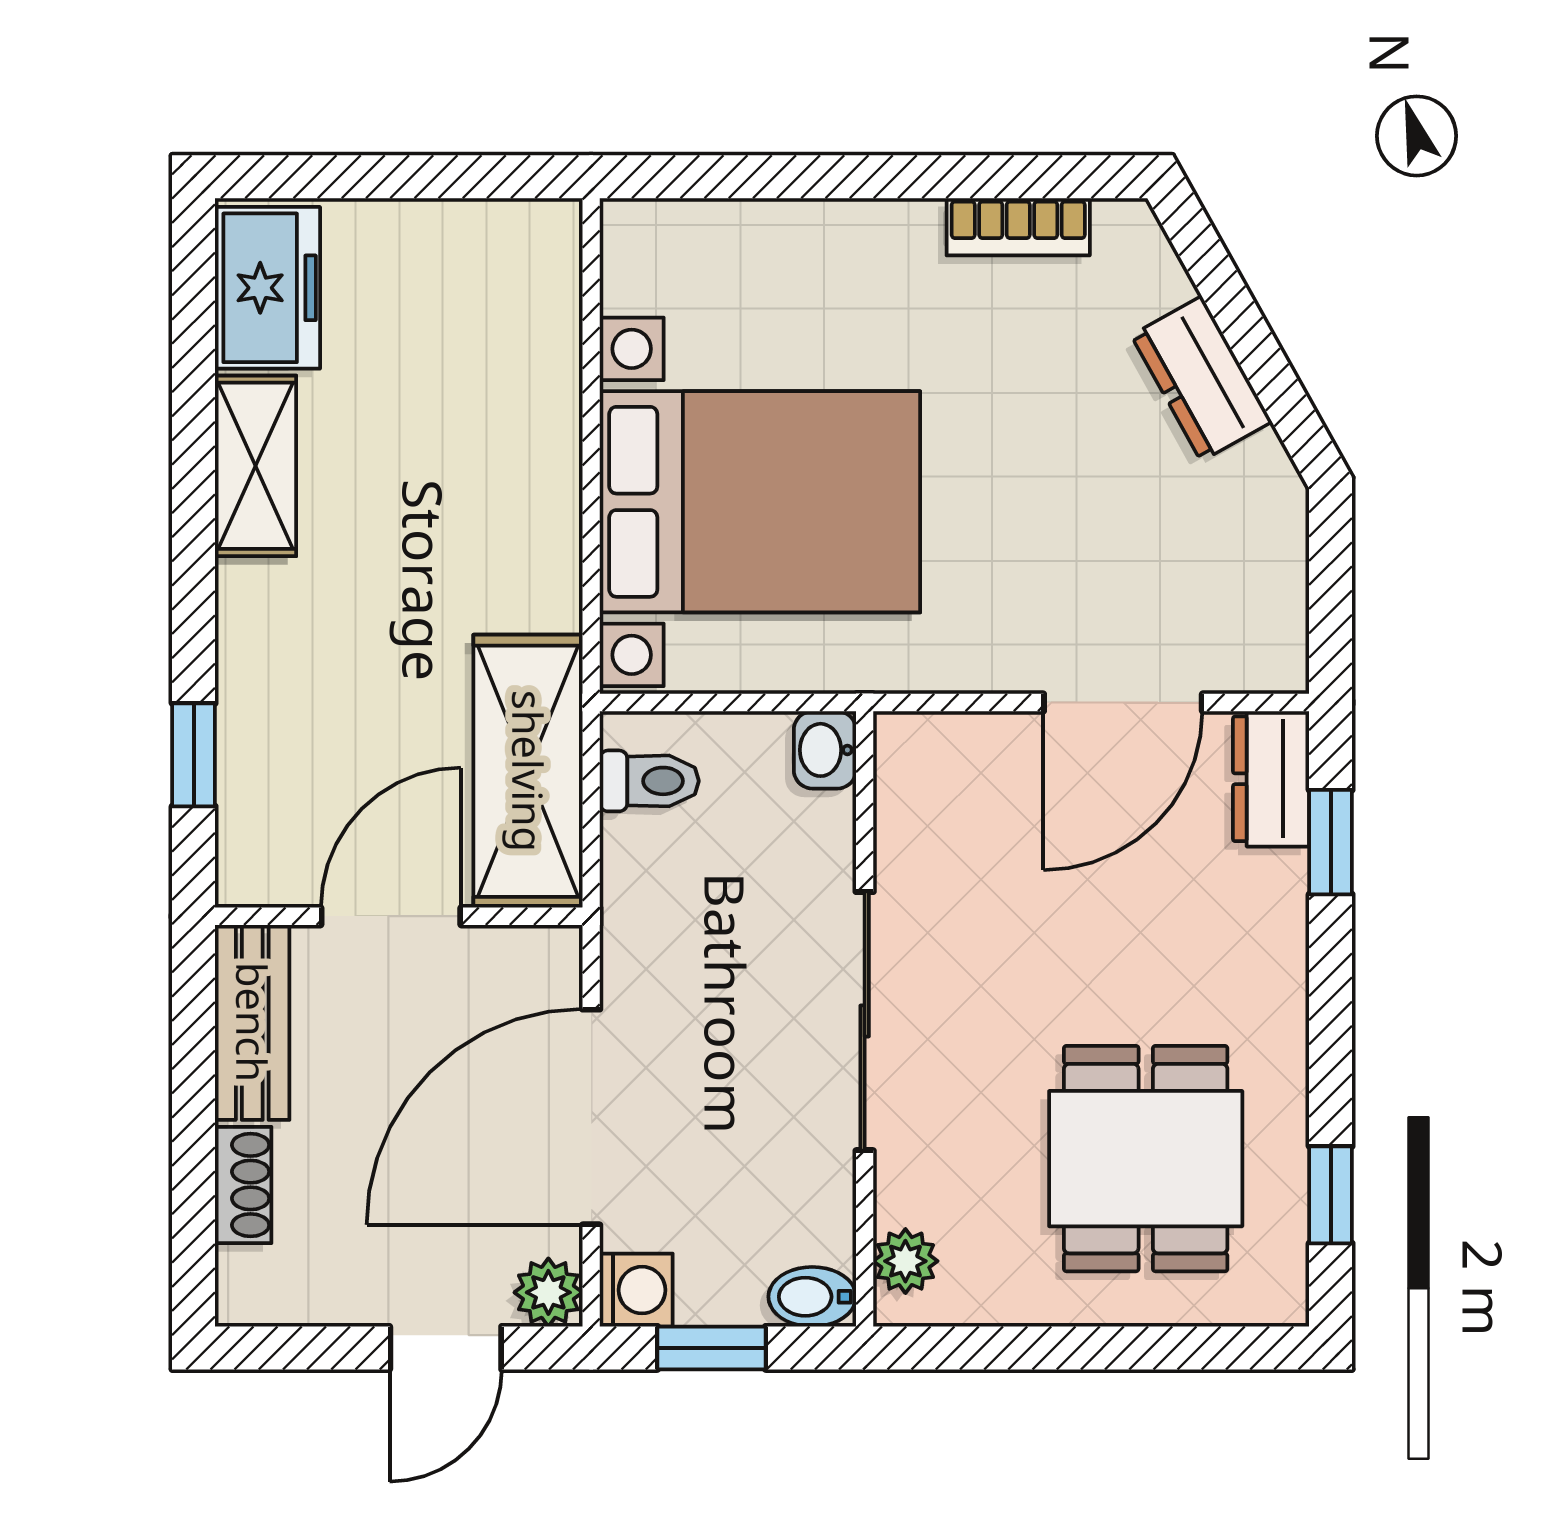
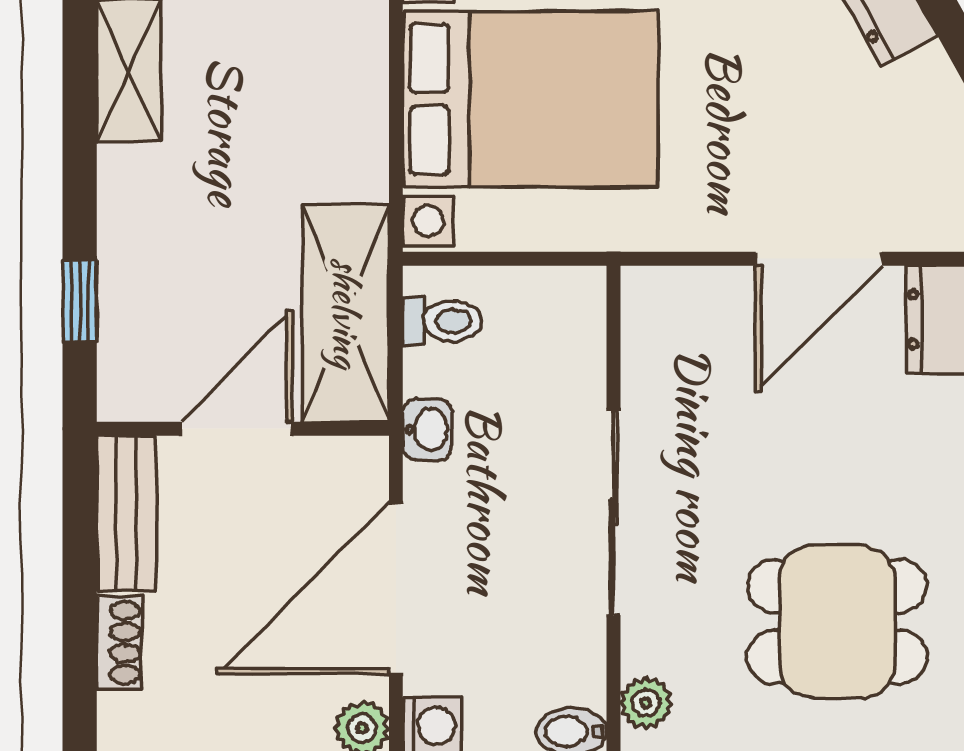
washbasin: (825, 750) -> (428, 429), moved, turned 180
dining table: (1146, 1159) -> (837, 622), turned 90

